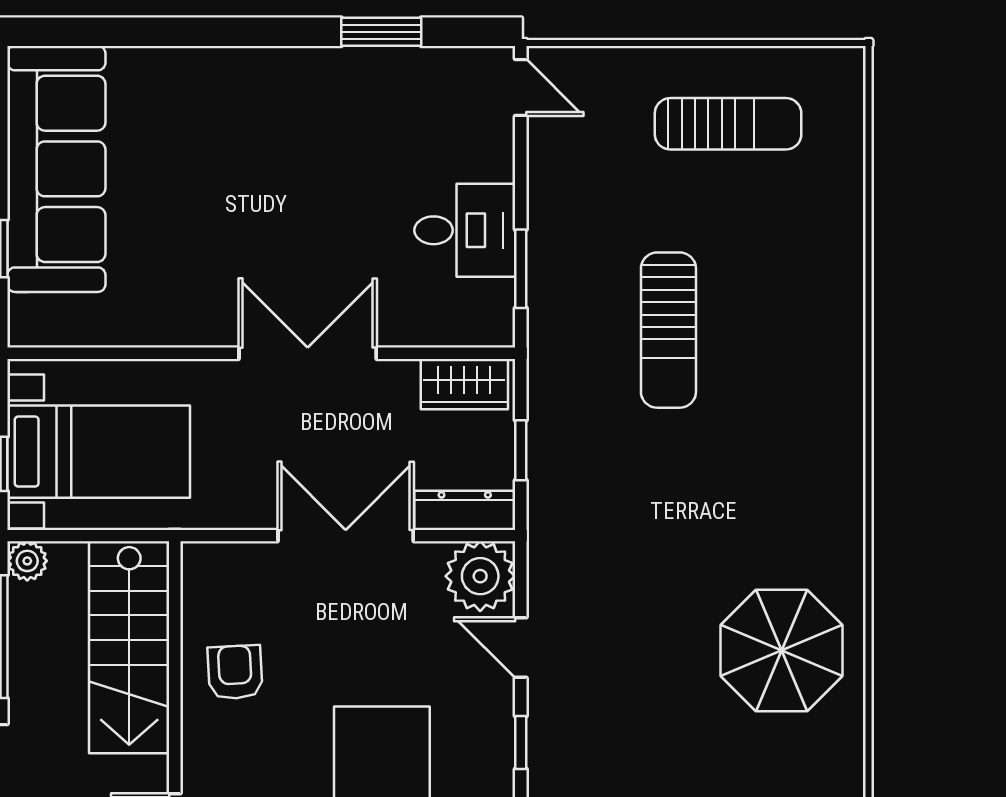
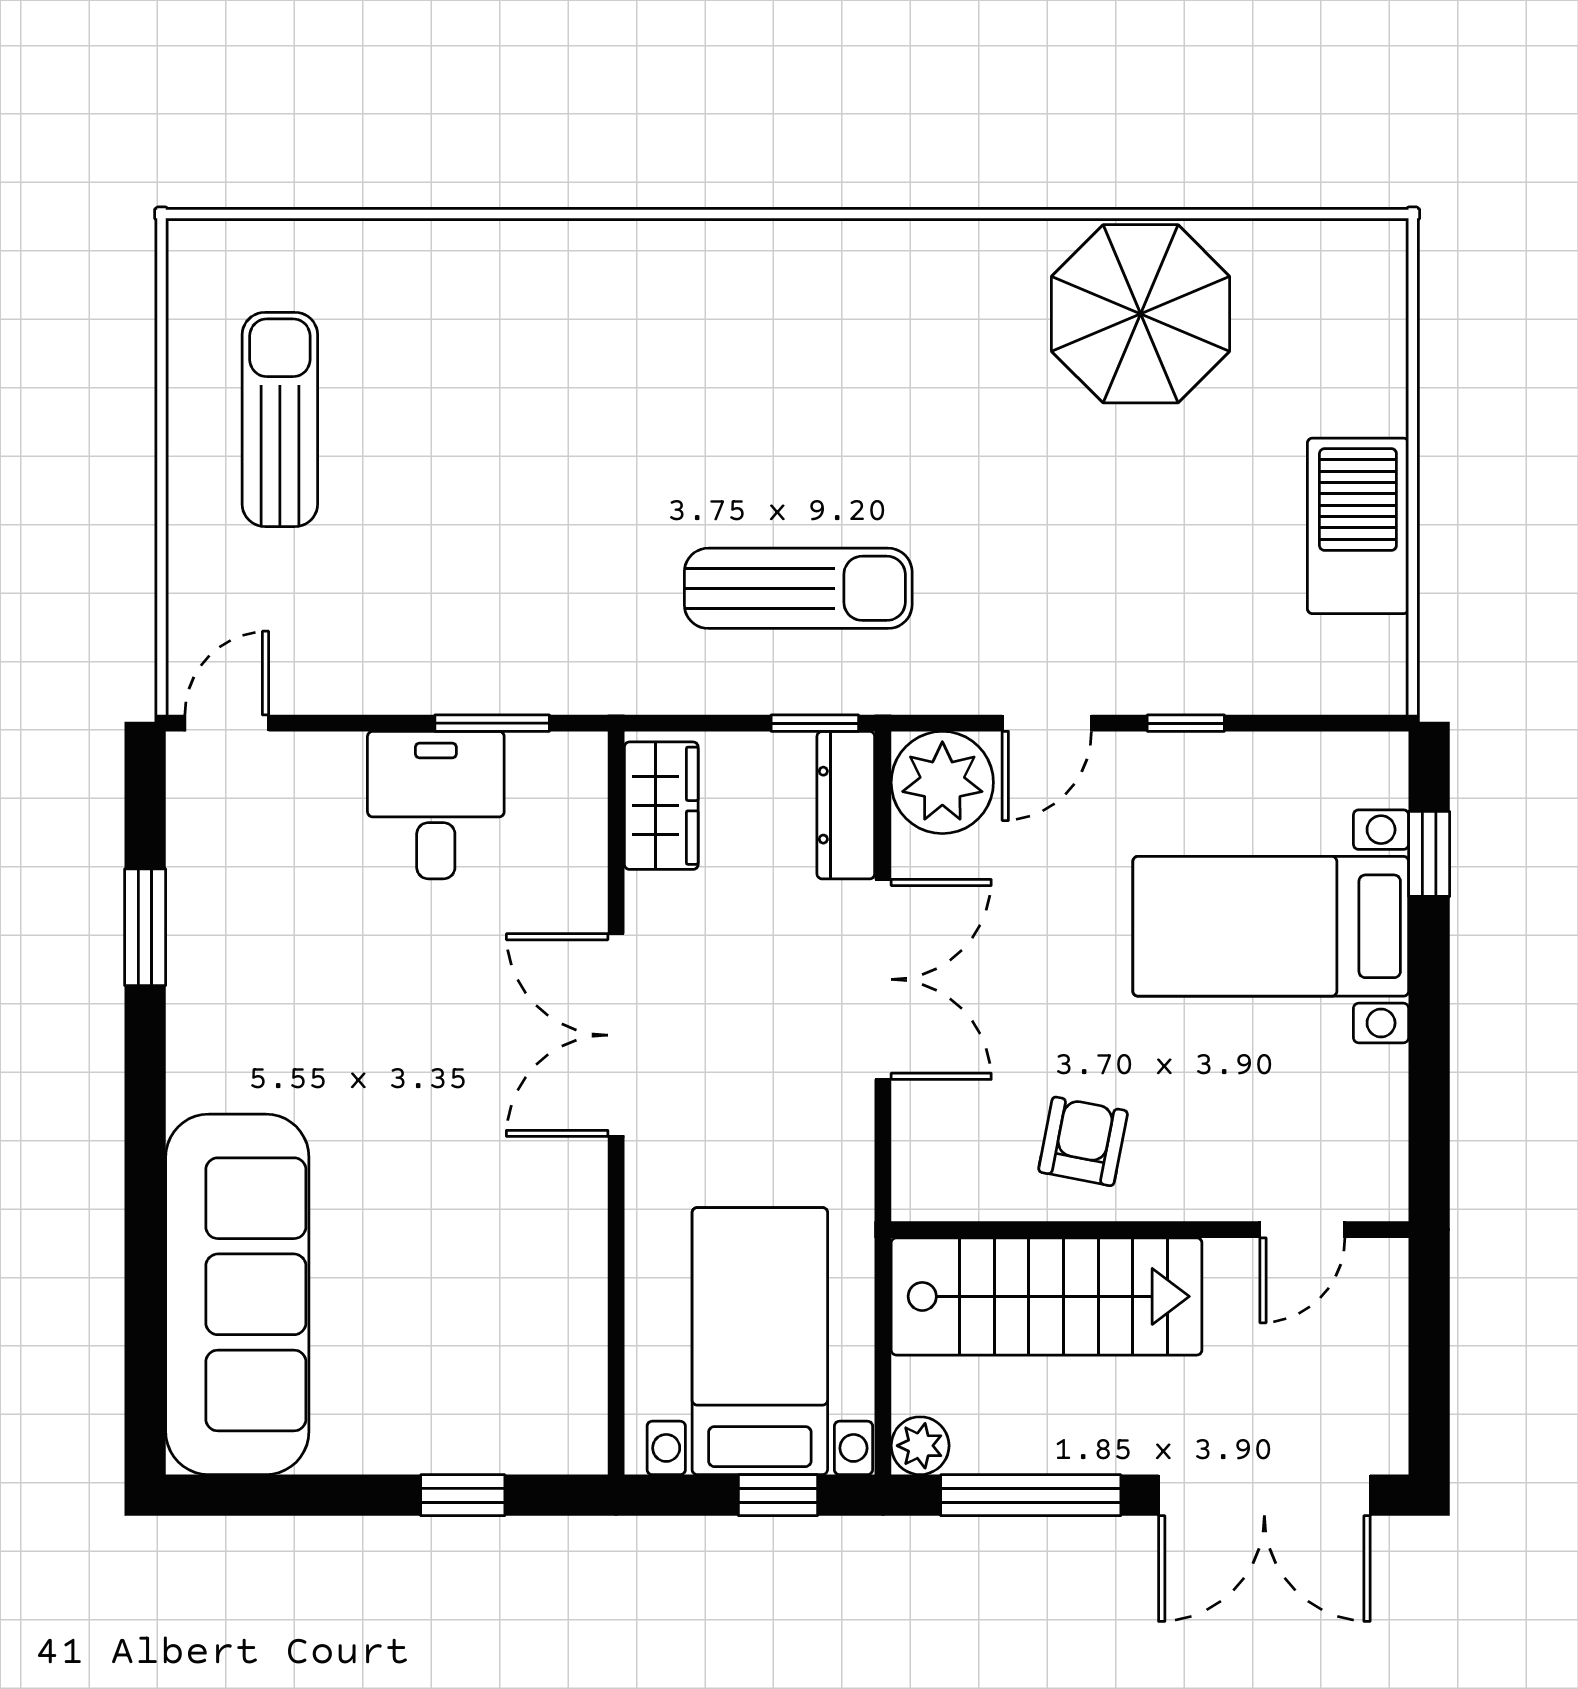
sofa: (56, 169) -> (237, 1294), moved, turned 90
sun lounger: (668, 330) -> (798, 588), moved
window: (521, 450) -> (815, 723), moved
double door: (346, 536) -> (883, 979), swing flipped
parasol: (782, 650) -> (1141, 314), moved
armchair: (235, 672) -> (1083, 1141), turned 104

